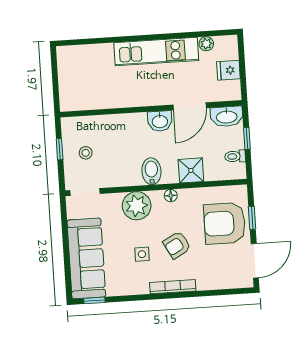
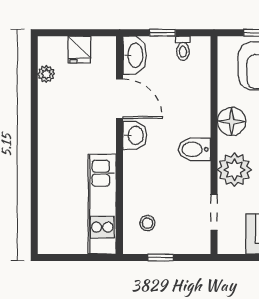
kitchen unit: (156, 52) -> (102, 204), moved, turned 180
stool: (86, 153) -> (147, 223), moved
shower: (191, 170) -> (196, 102), removed
doorway: (85, 192) -> (214, 212), moved
floor lamp: (171, 196) -> (232, 121), width x1.89, depth x1.89

